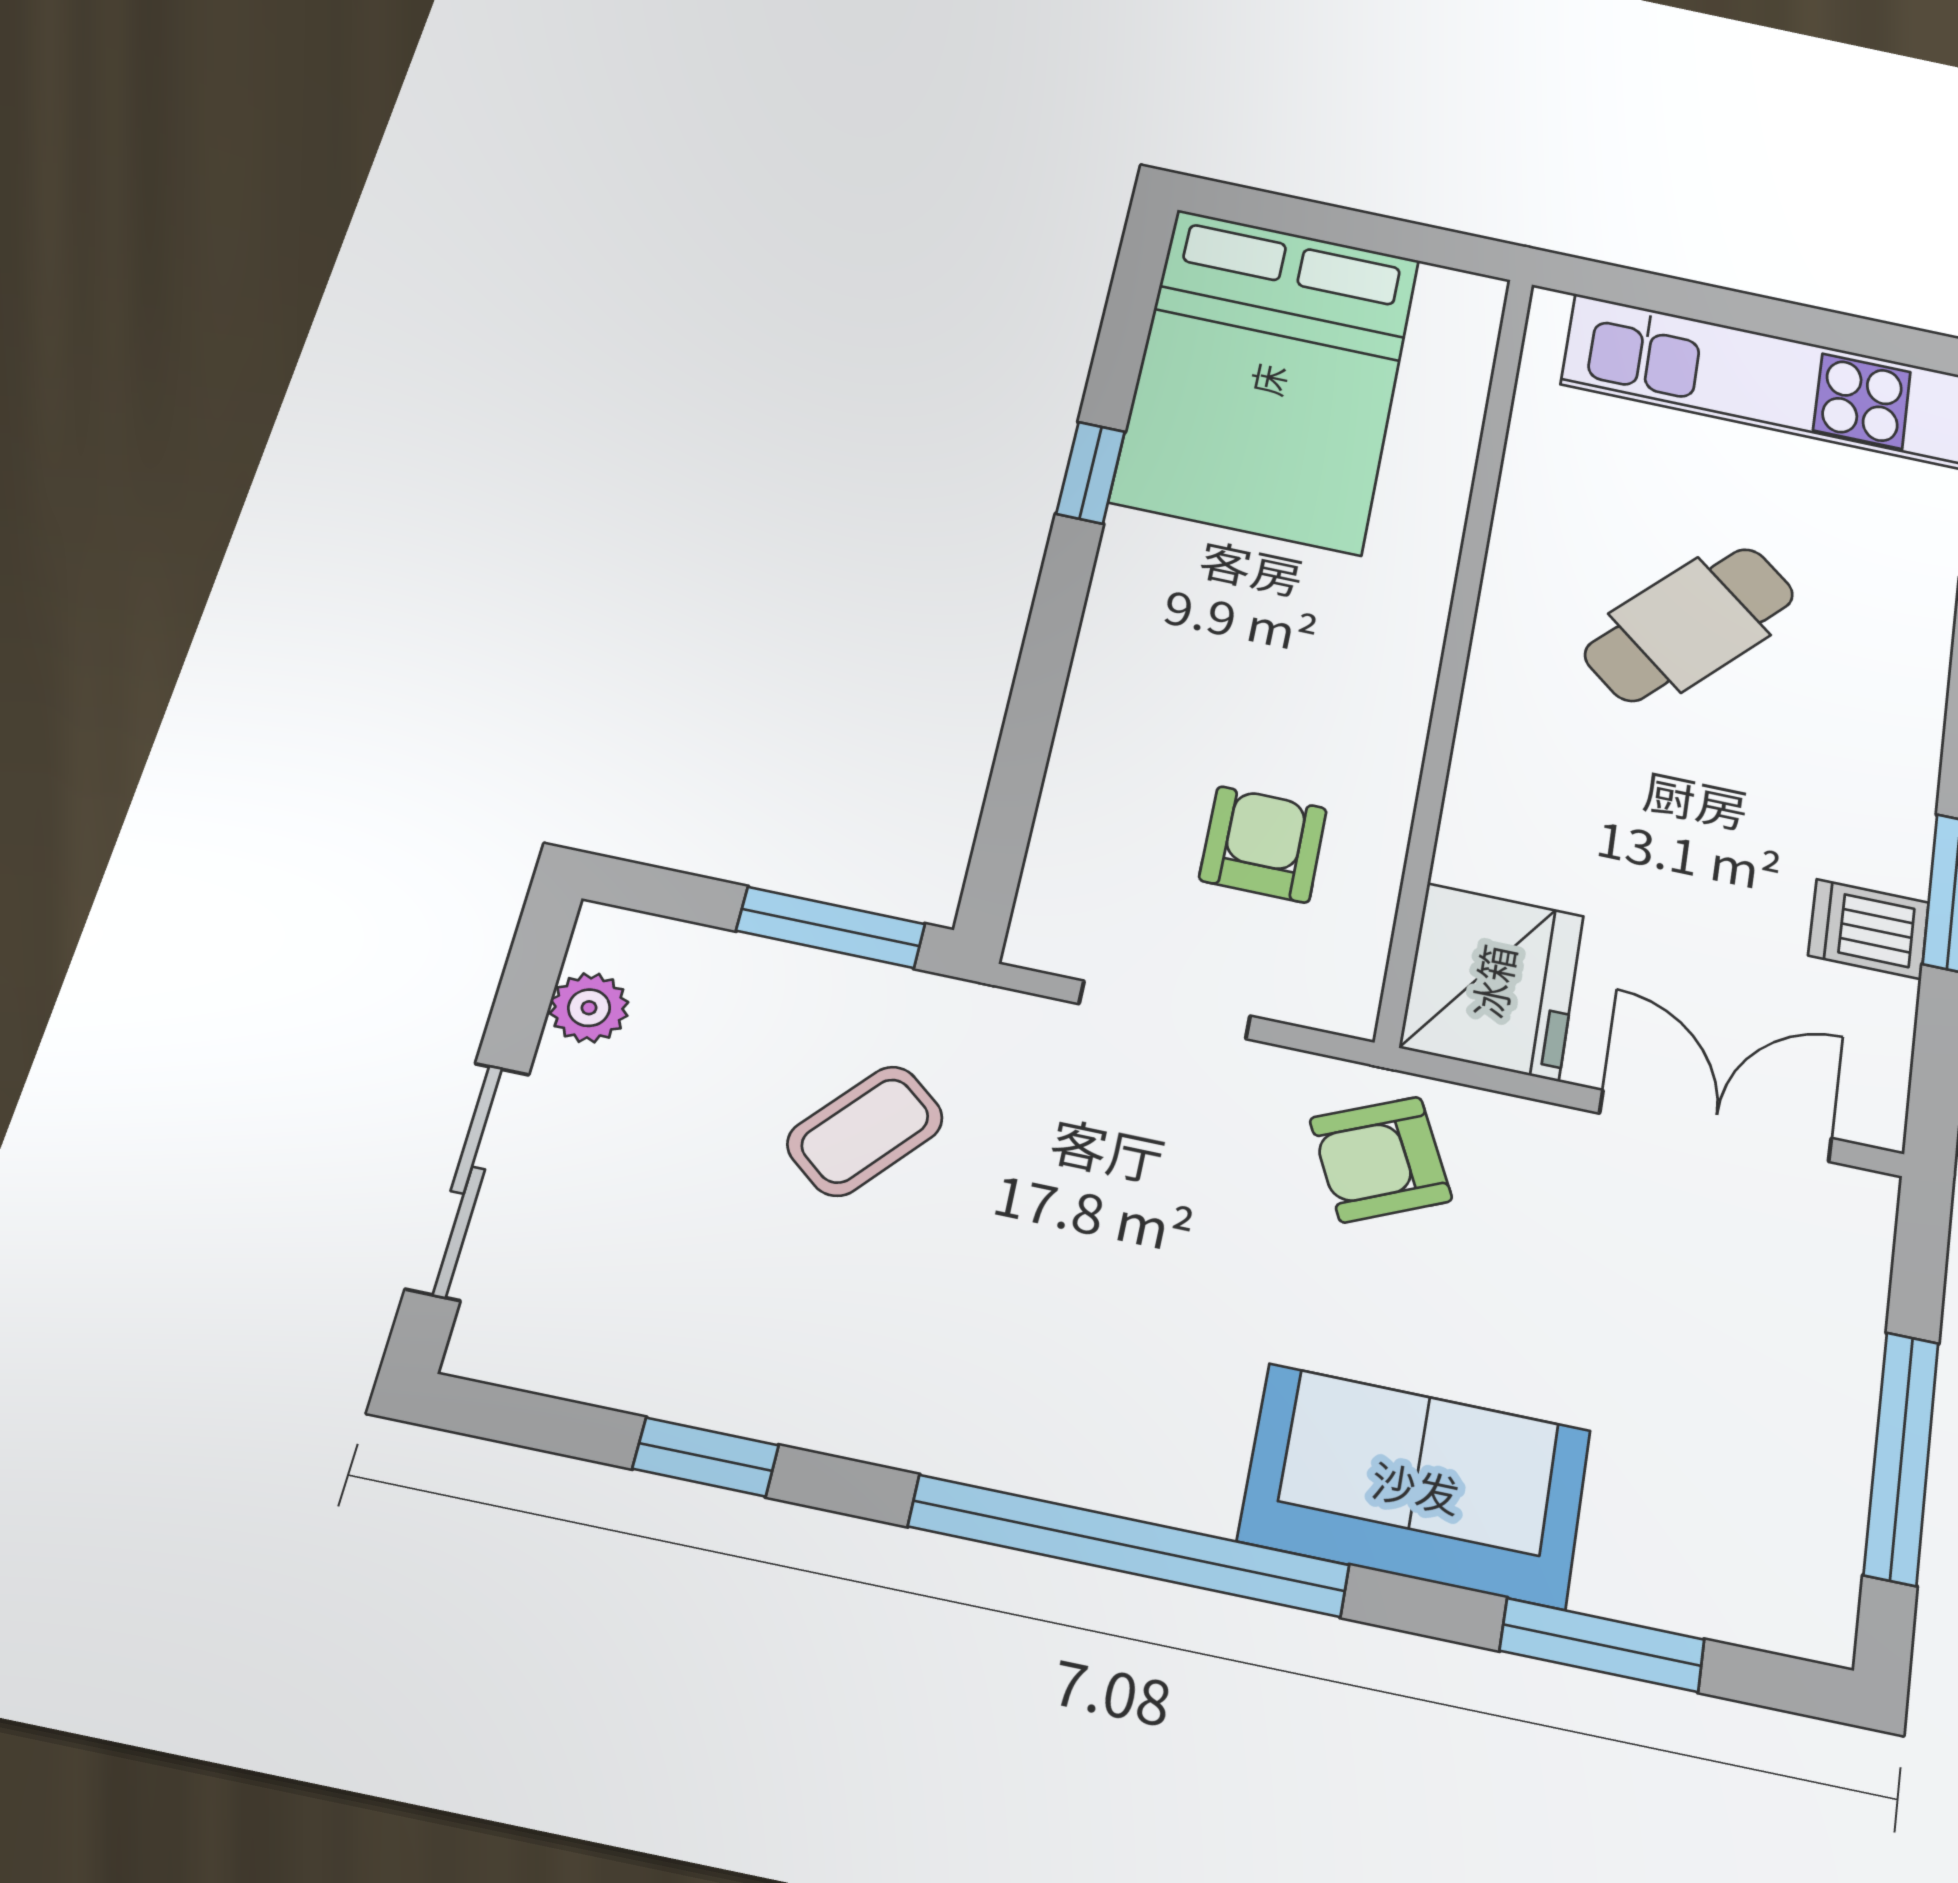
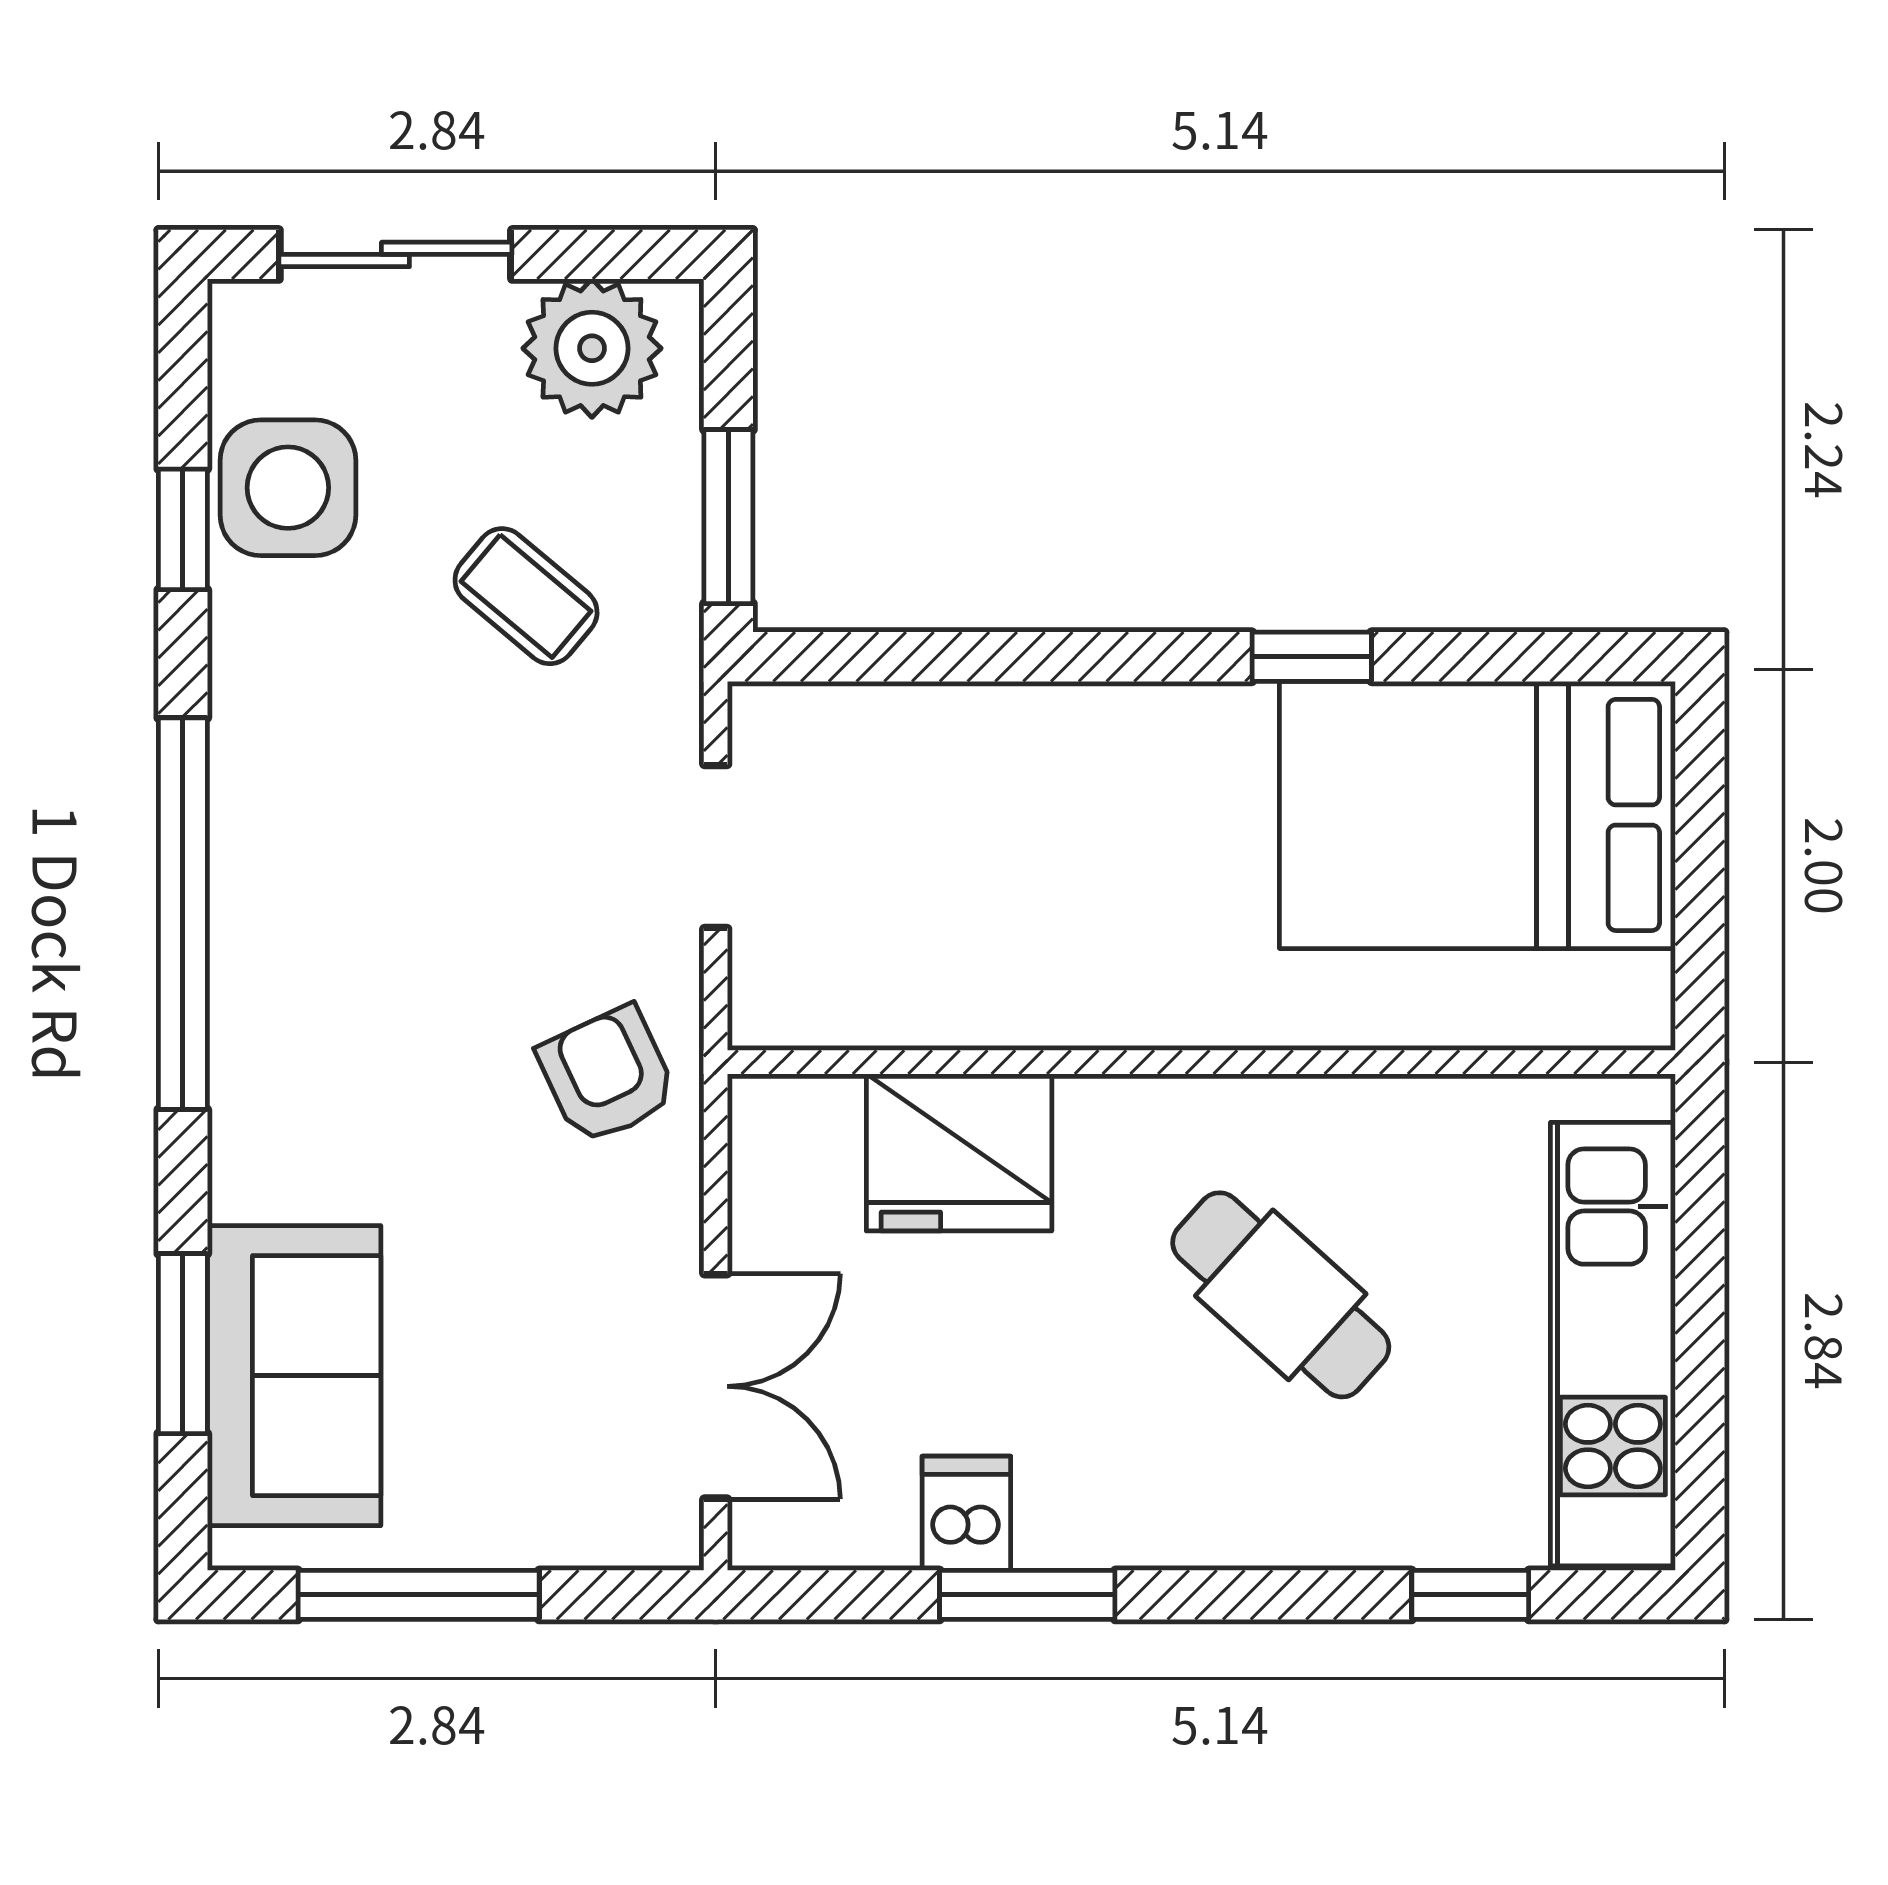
armchair: (1263, 844) -> (918, 908), removed
fridge: (1492, 981) -> (959, 1152), moved
plant: (589, 1008) -> (592, 348), width x1.88, depth x1.88
side table: (689, 1340) -> (288, 488), added
sofa: (1416, 1486) -> (294, 1376), moved

